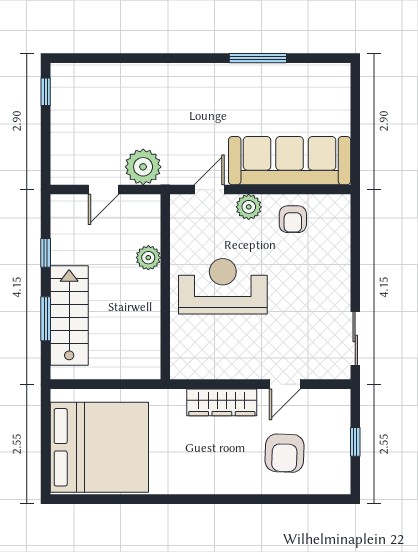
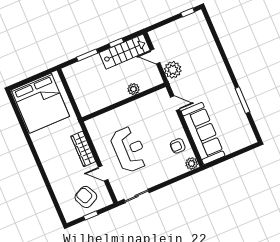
plant: (249, 207) -> (192, 164), moved
reception desk: (223, 286) -> (129, 149), moved
stairs: (69, 315) -> (125, 52), moved
armchair: (284, 453) -> (86, 197), moved, turned 62

